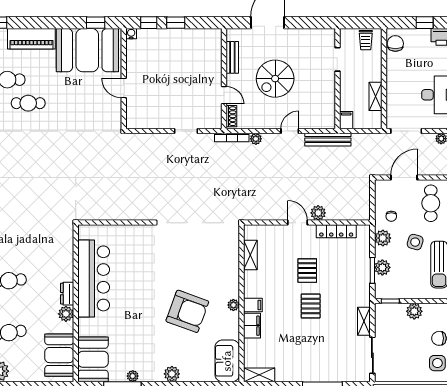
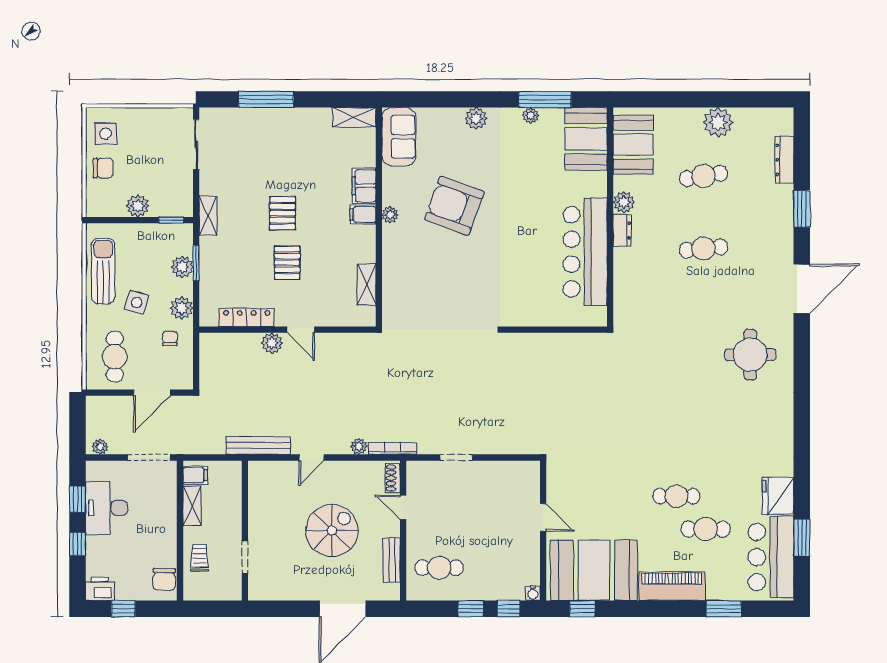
trolley: (366, 40) -> (200, 558), moved
cafe table: (198, 52) -> (439, 568), added
filing cabinet: (346, 120) -> (195, 475), moved, turned -90
shelving: (364, 321) -> (208, 216), moved

